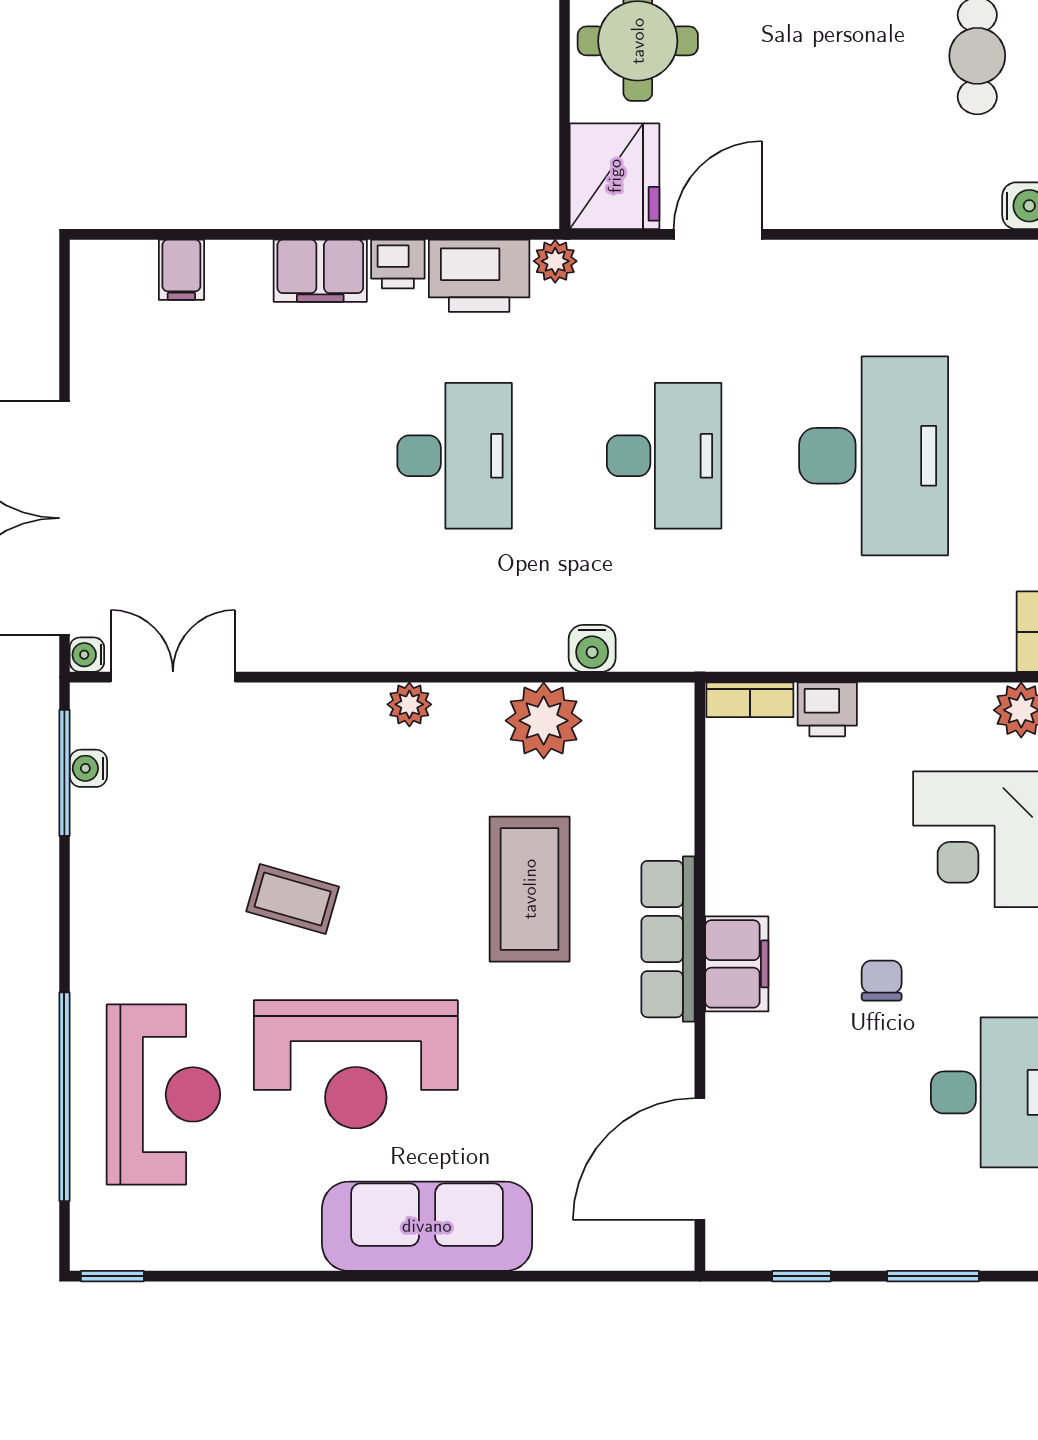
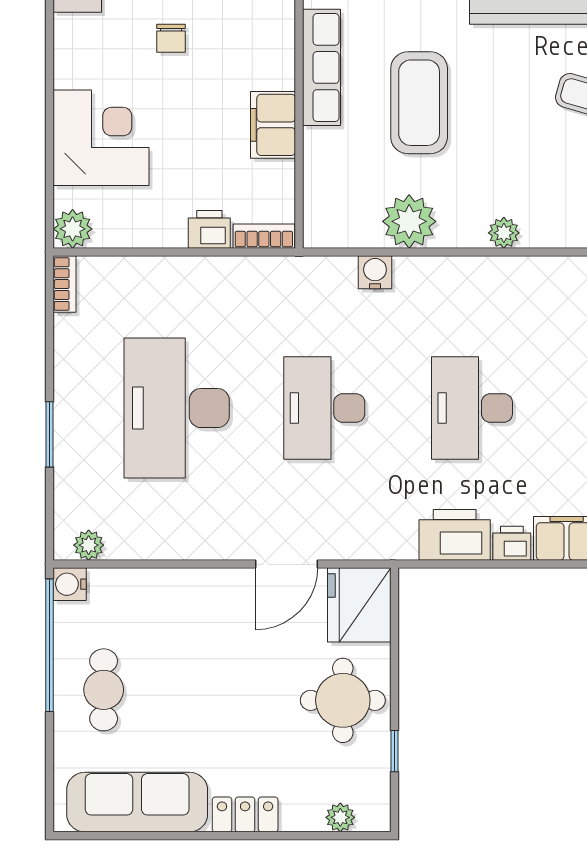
plant: (555, 261) -> (89, 545), moved
filing cabinet: (737, 964) -> (273, 125), moved

